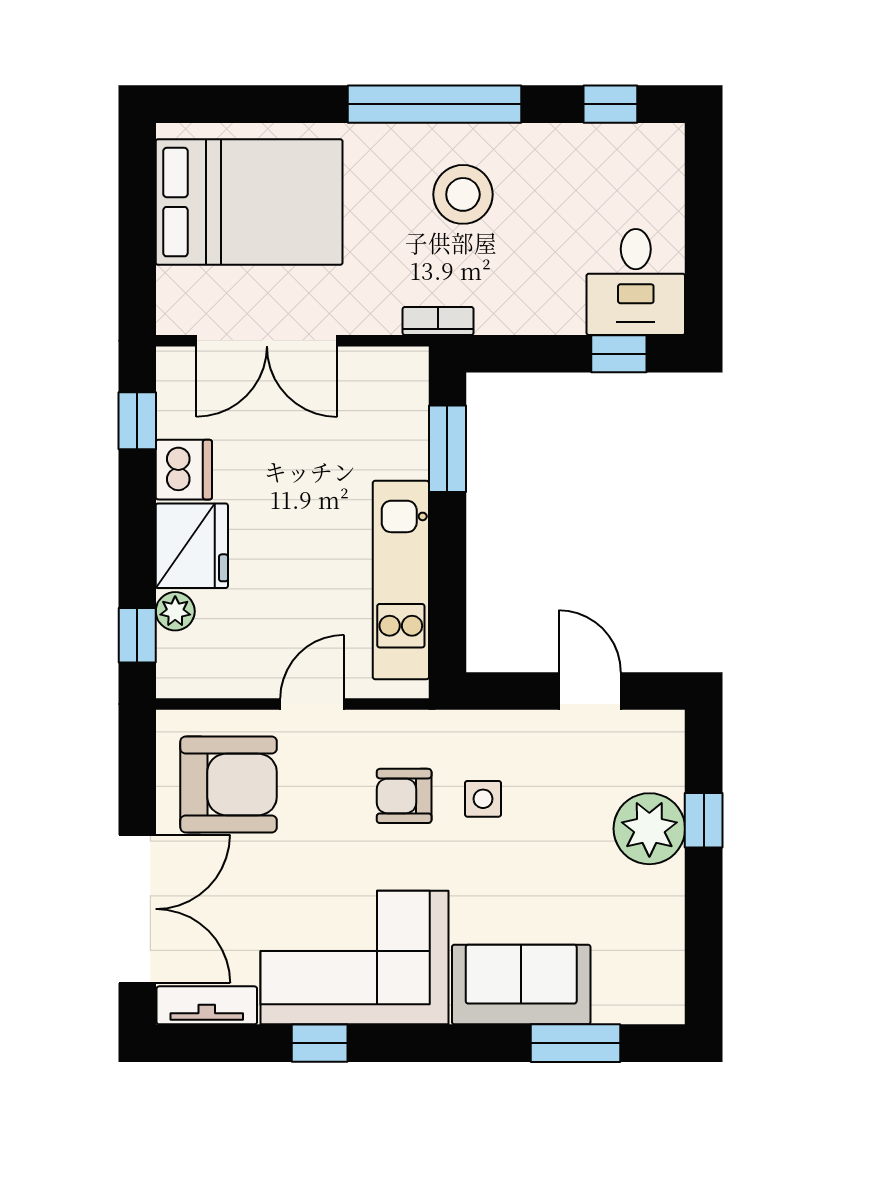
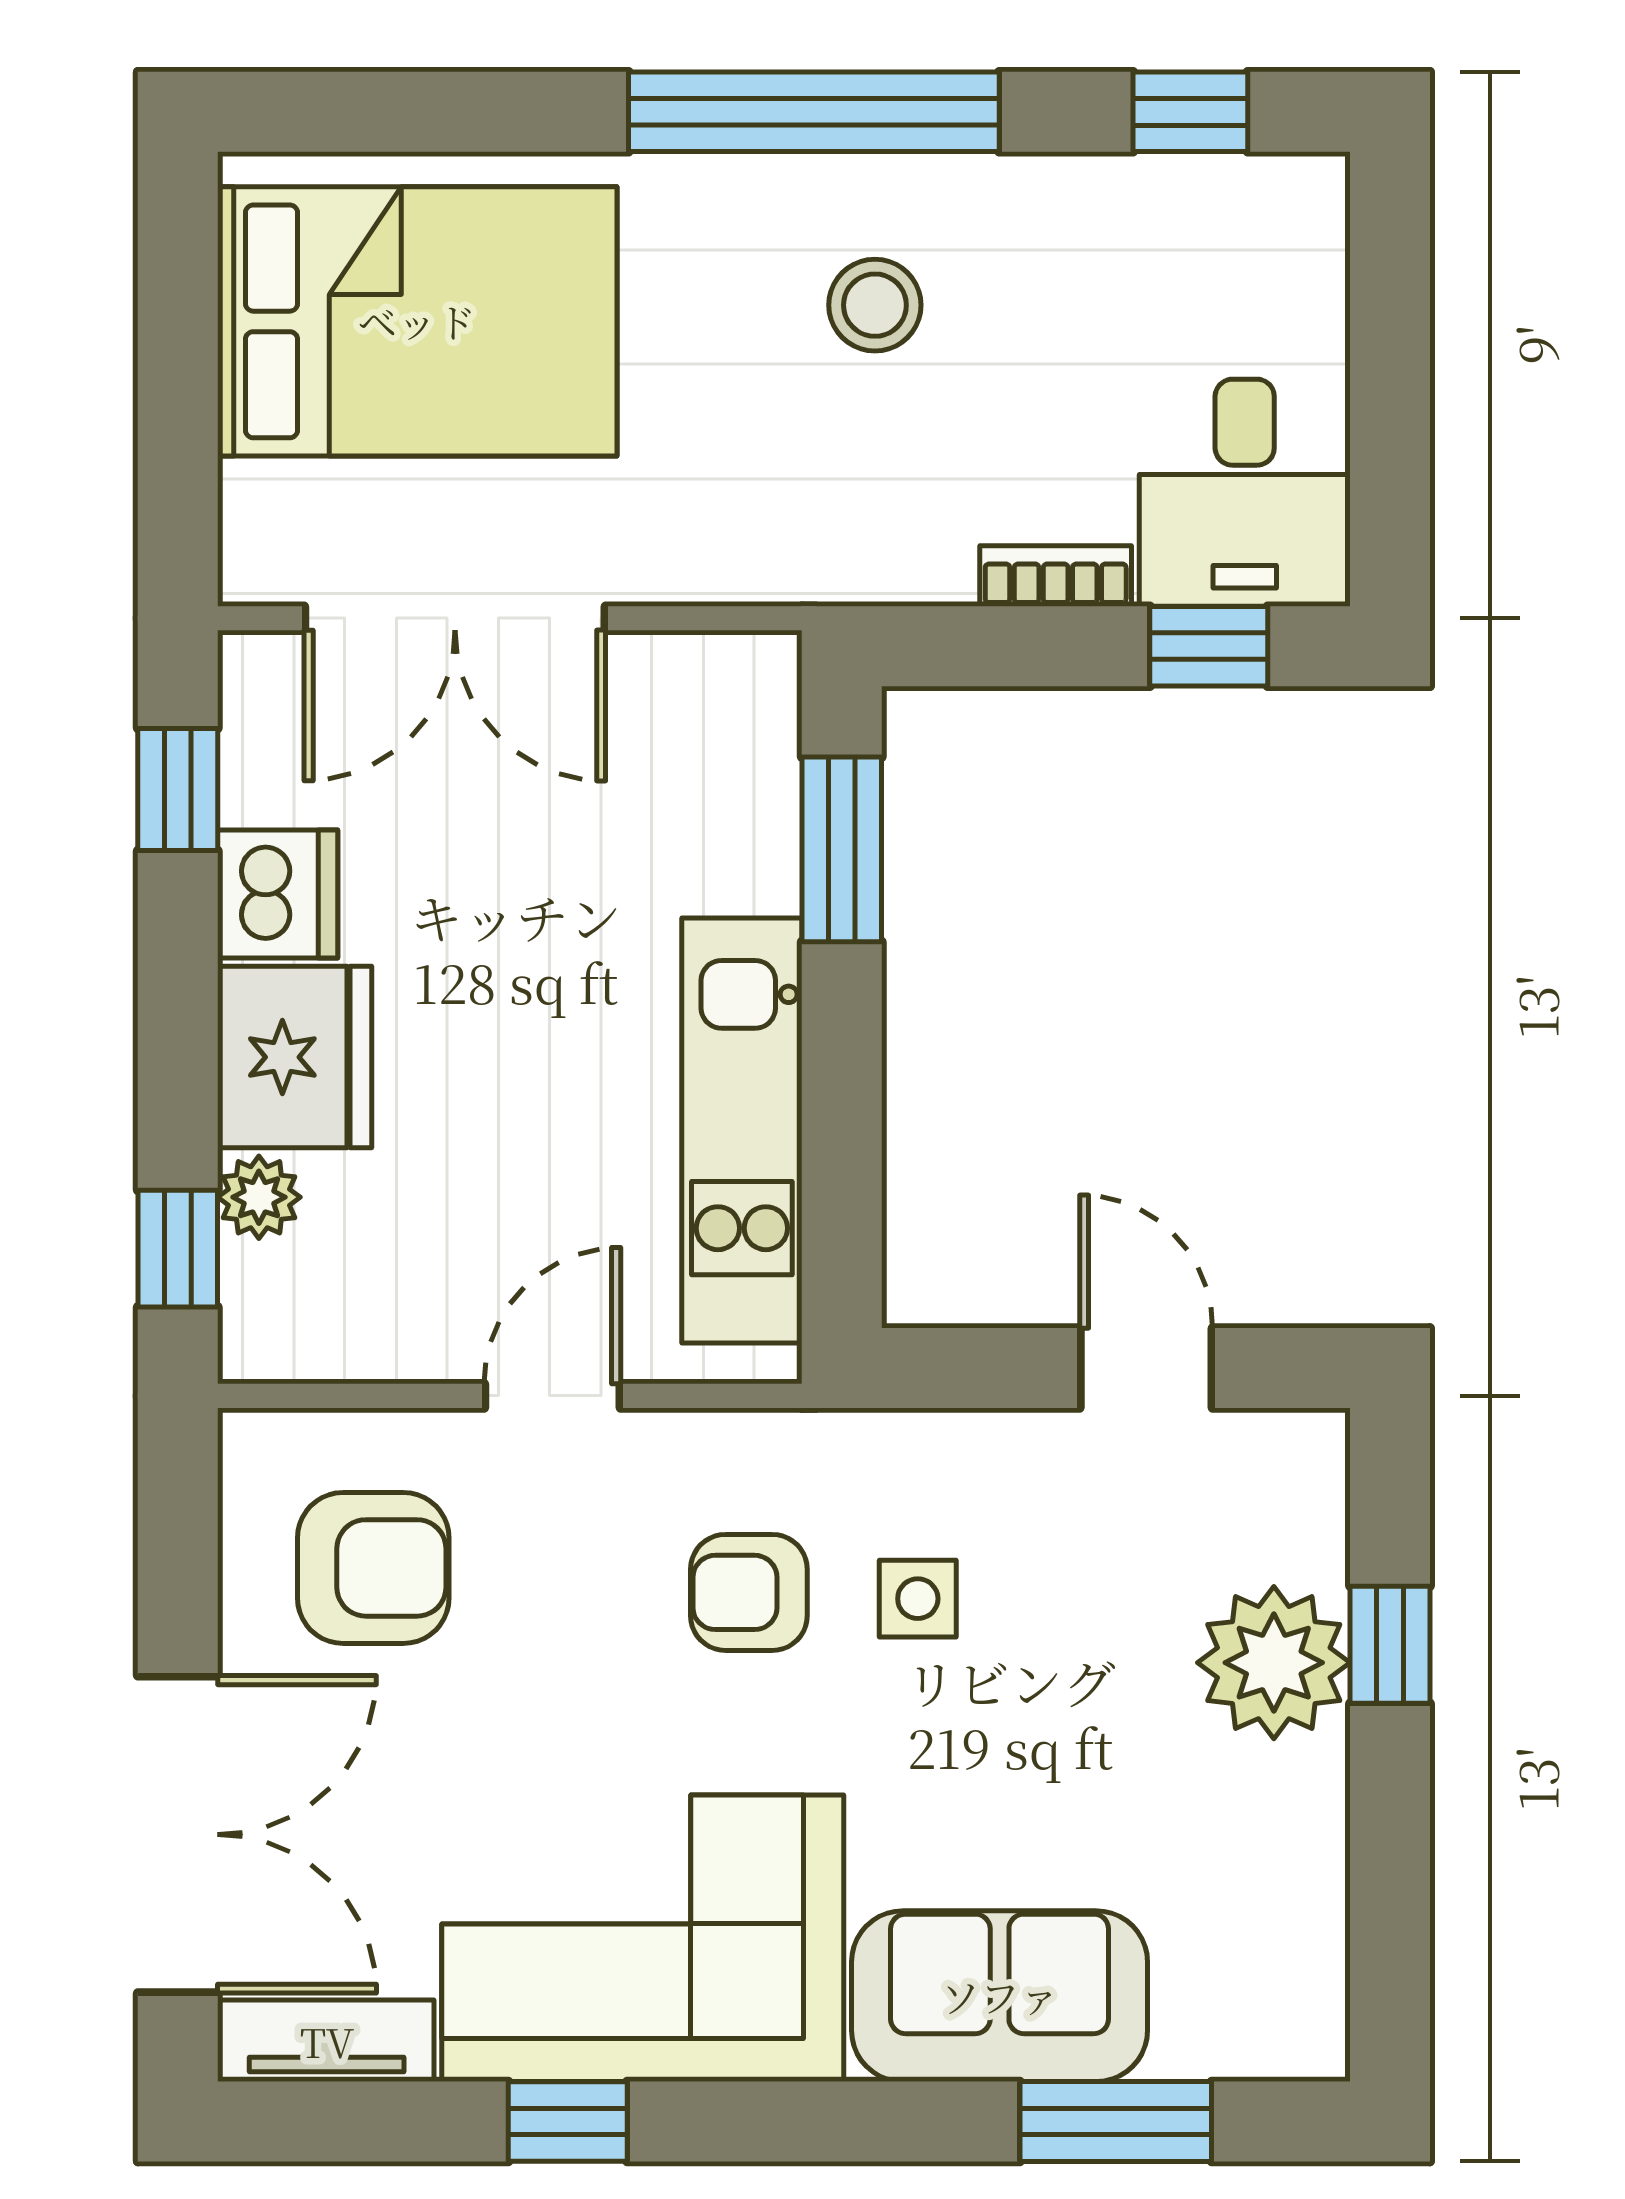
stool: (463, 194) -> (875, 305), width x0.73, depth x0.73
bookcase: (438, 321) -> (1056, 576), moved
armchair: (229, 784) -> (373, 1568), width x0.73, depth x0.73

